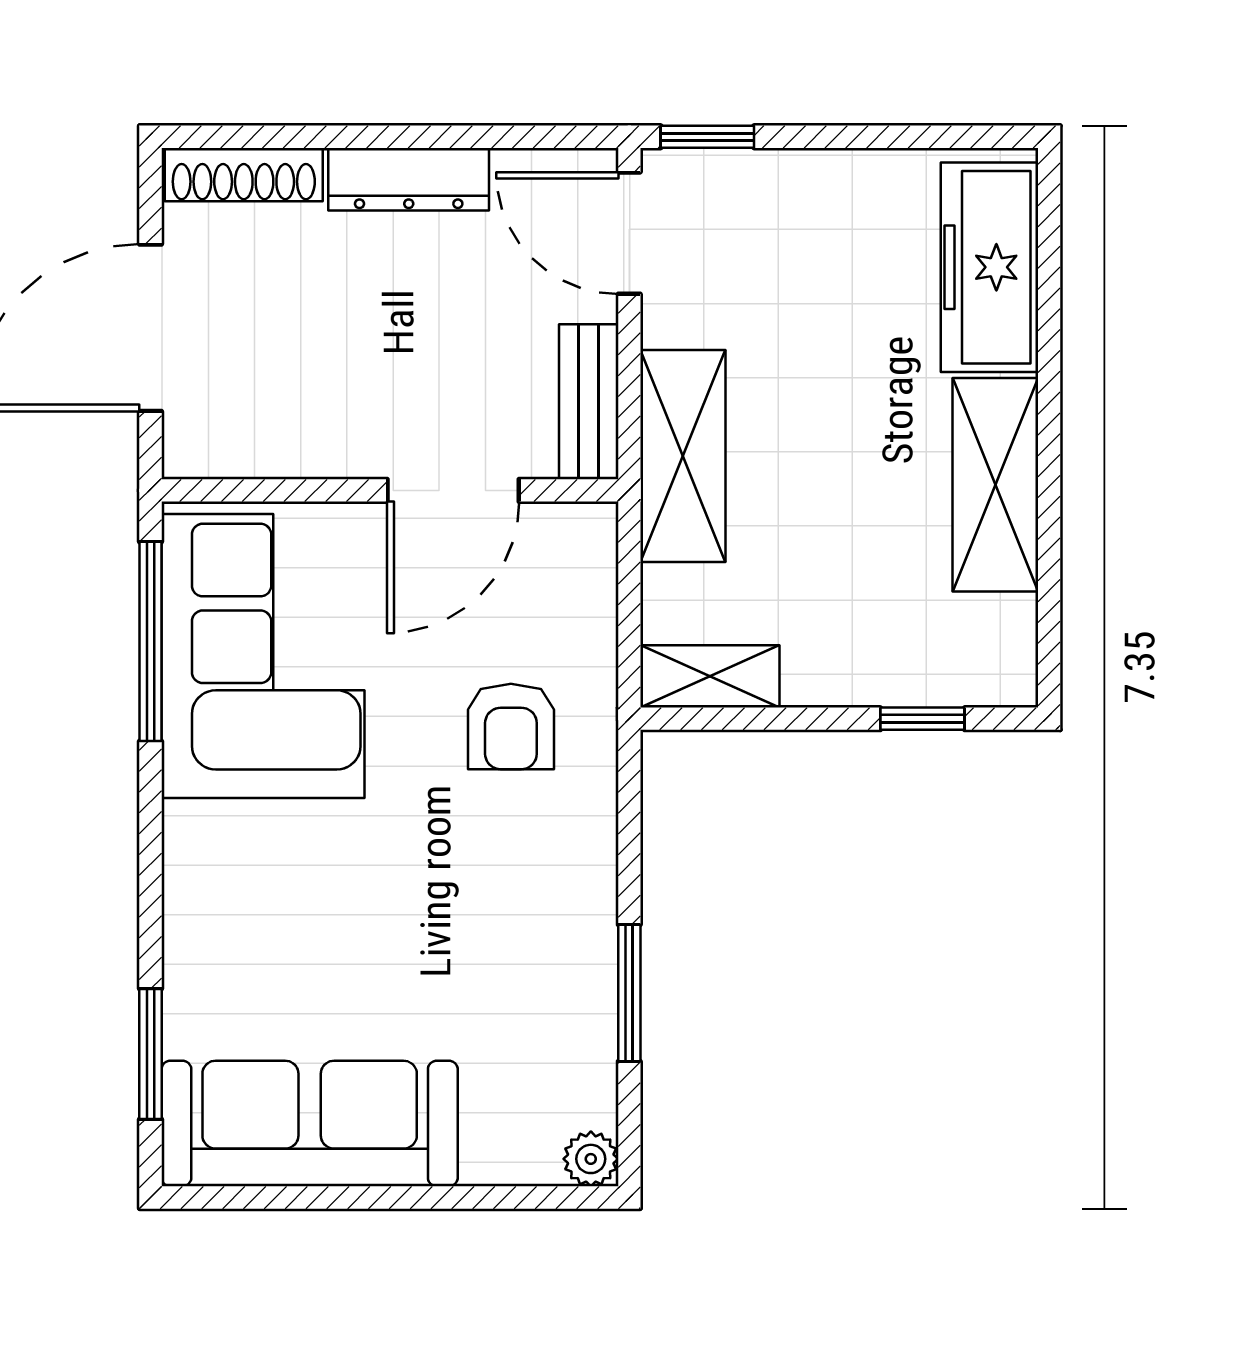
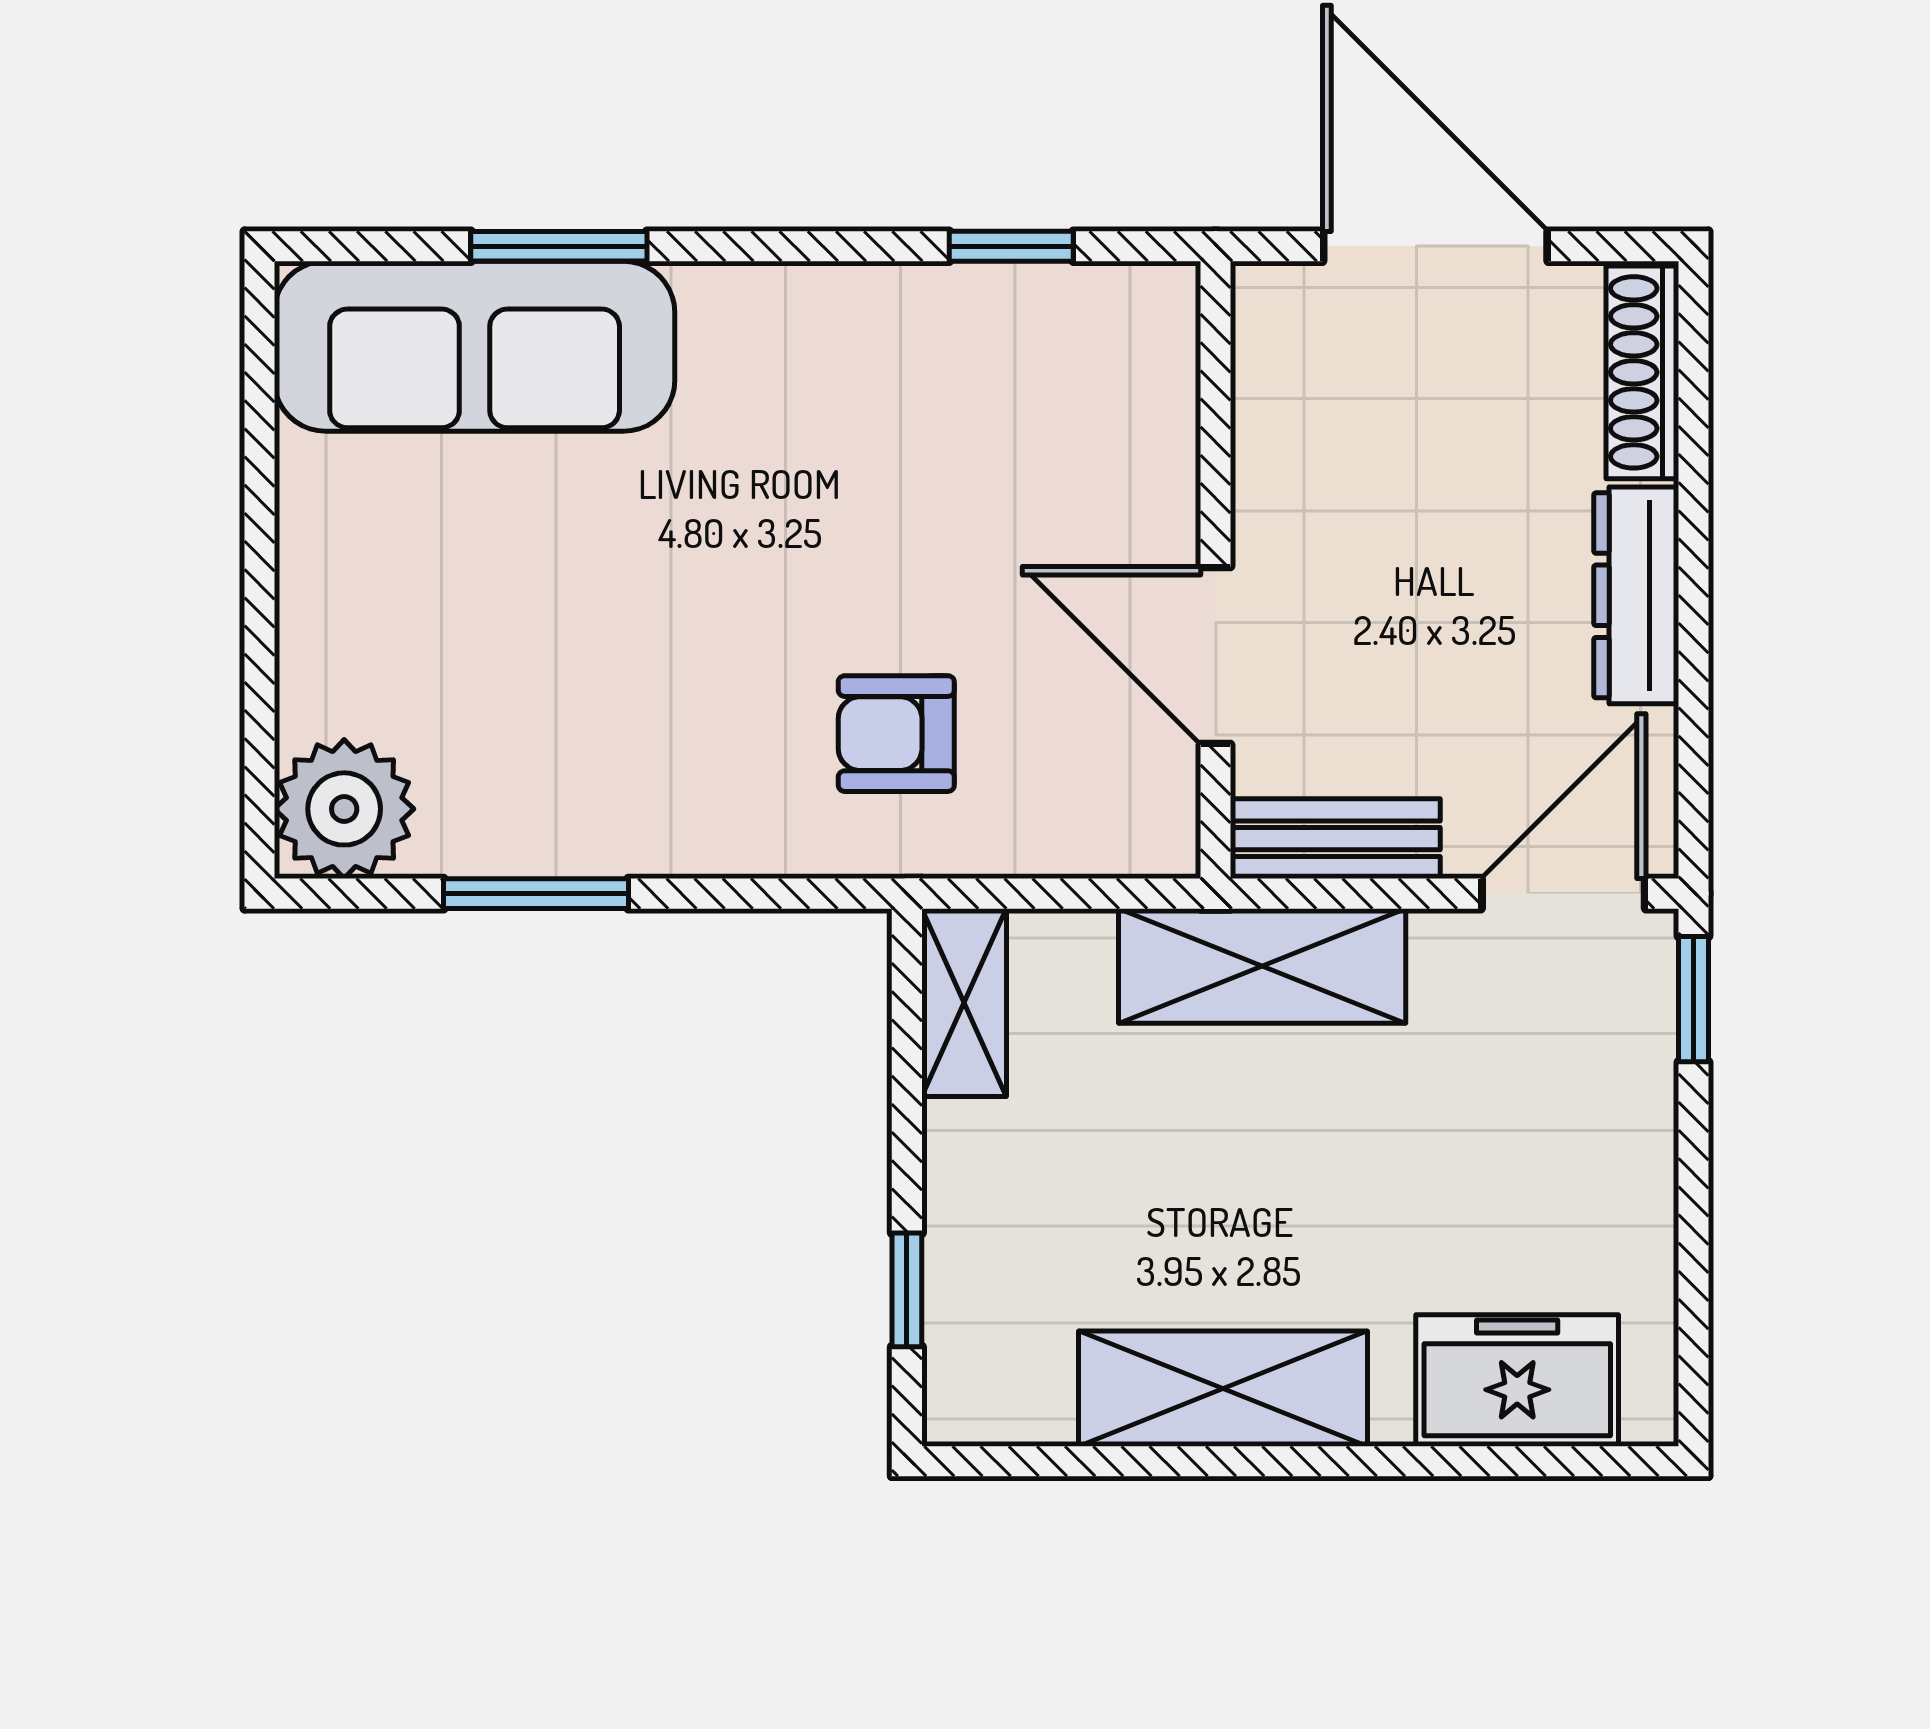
freezer: (989, 267) -> (1517, 1381), width x0.71
window: (151, 641) -> (1011, 246), width x0.46
corner sofa: (263, 656) -> (992, 398), removed
window: (151, 1054) -> (559, 246), moved
sofa: (310, 1124) -> (475, 346), moved, turned 90
plant: (591, 1159) -> (344, 809), width x1.88, depth x1.88

